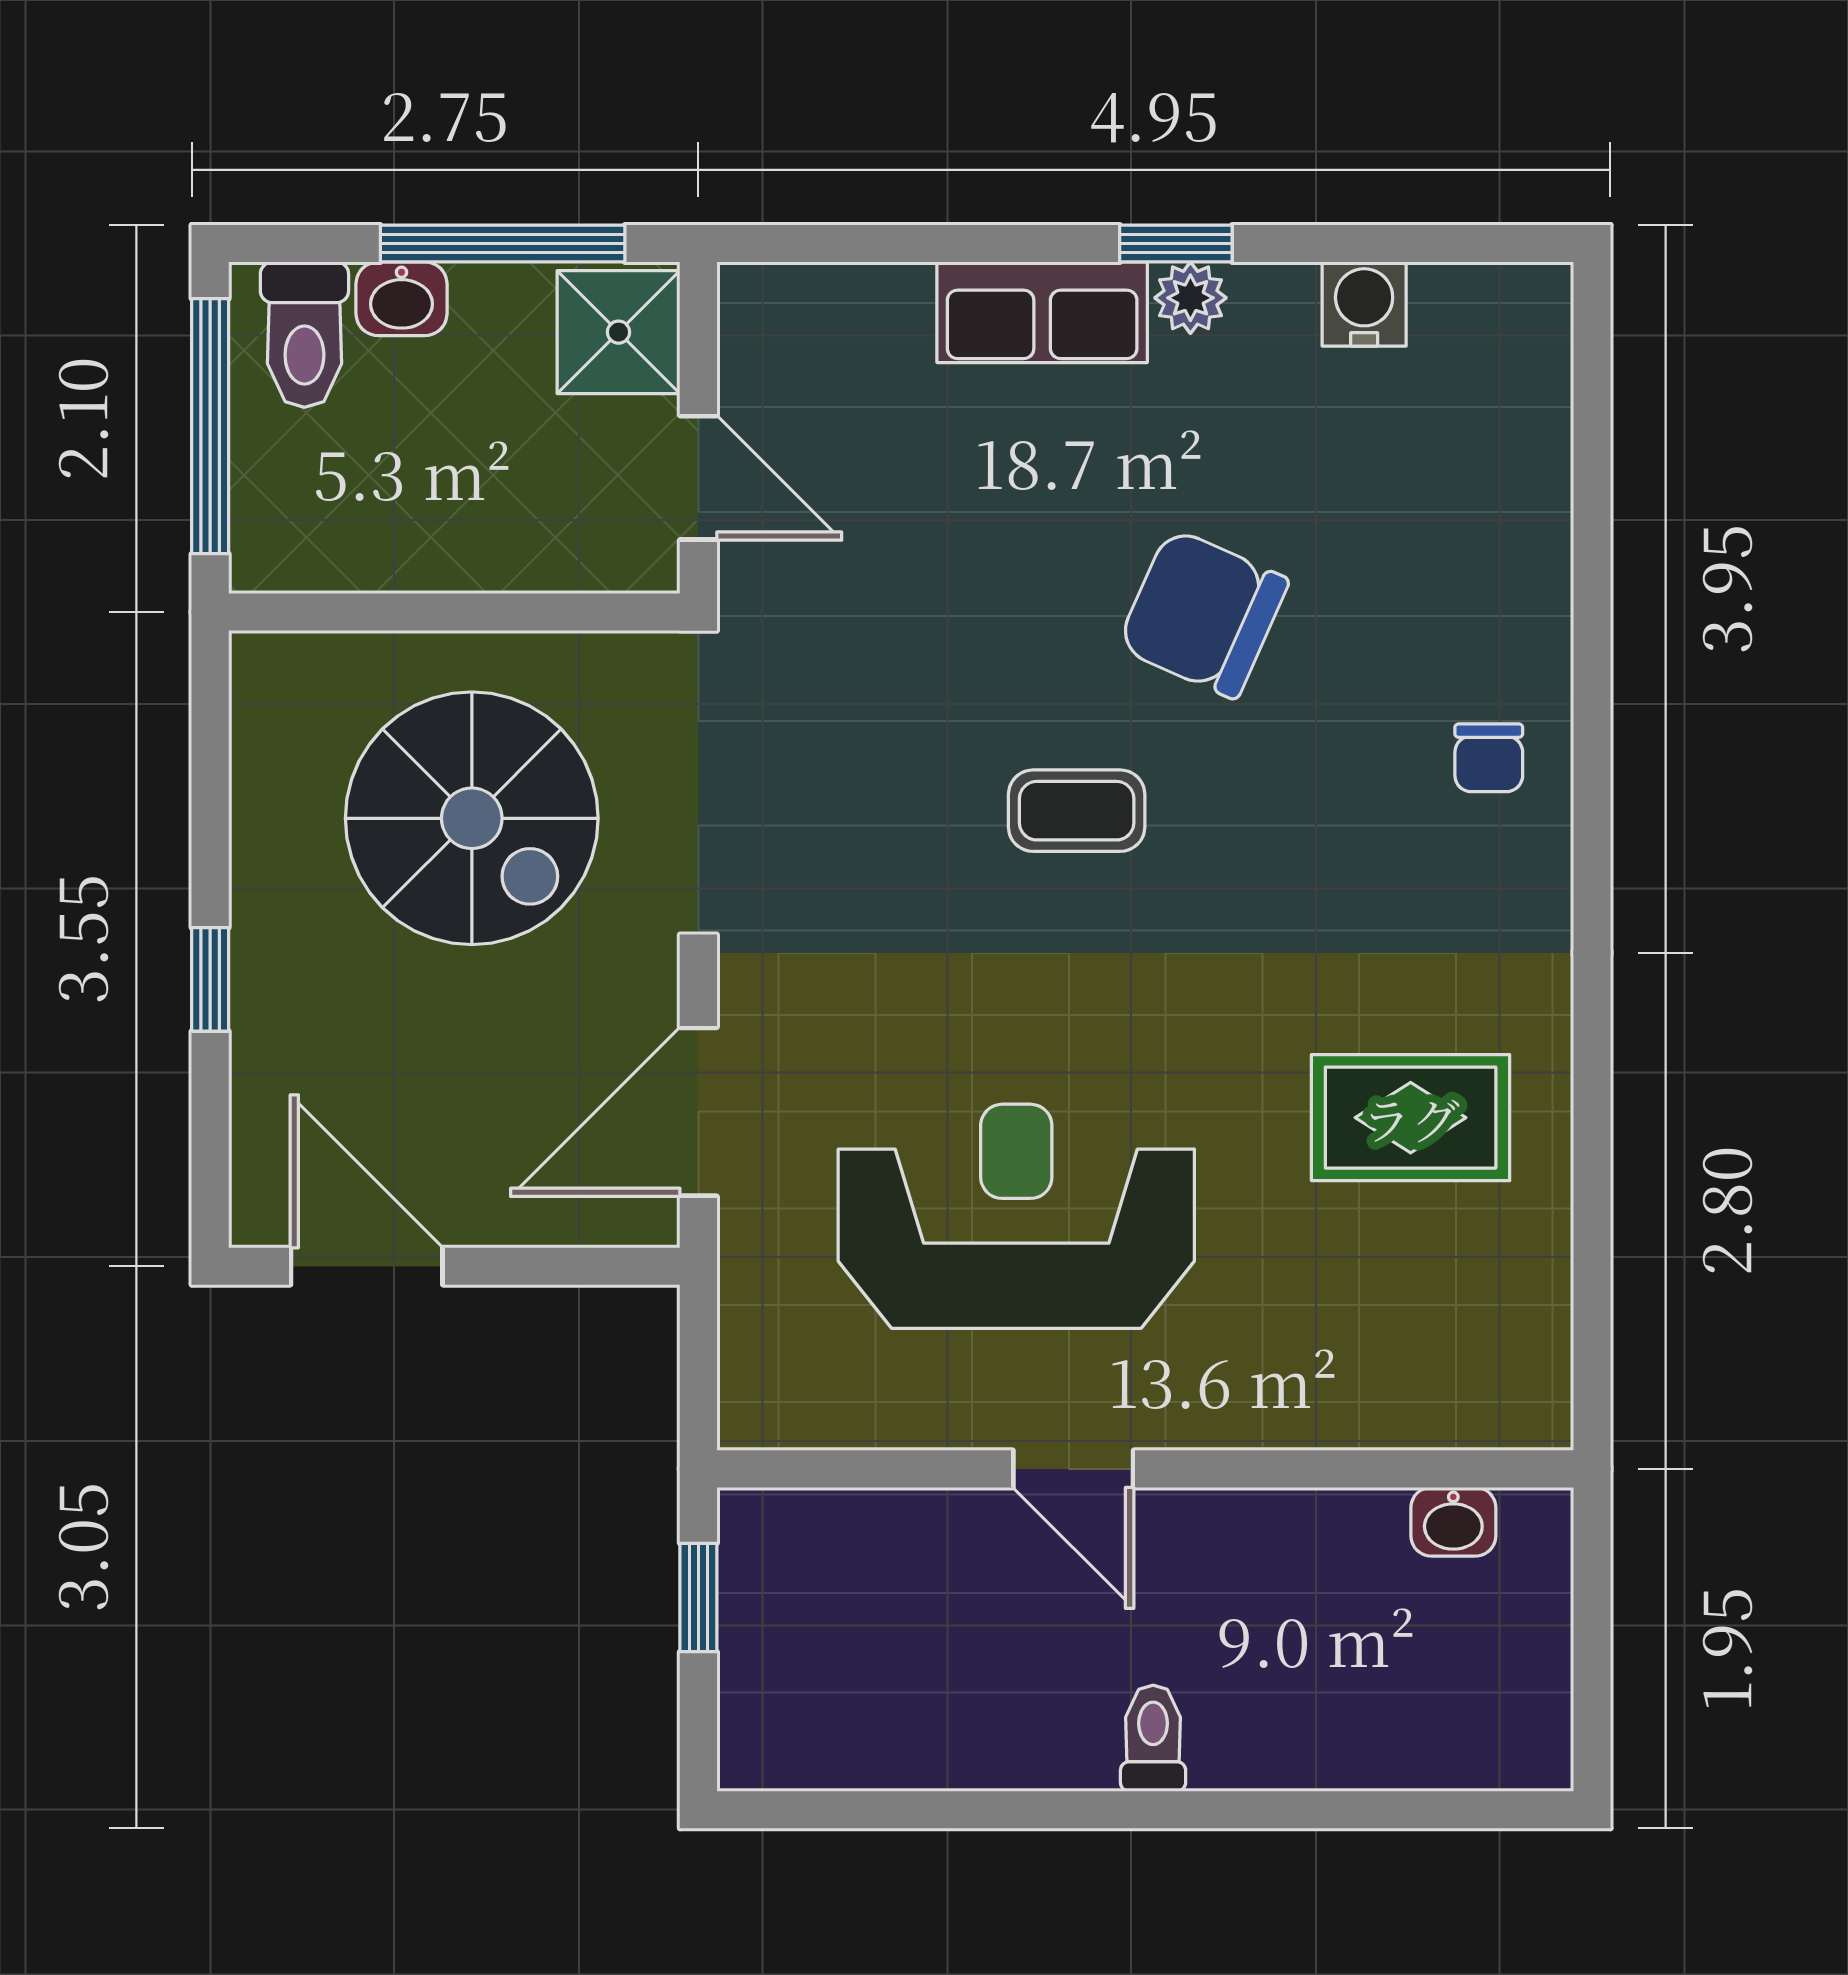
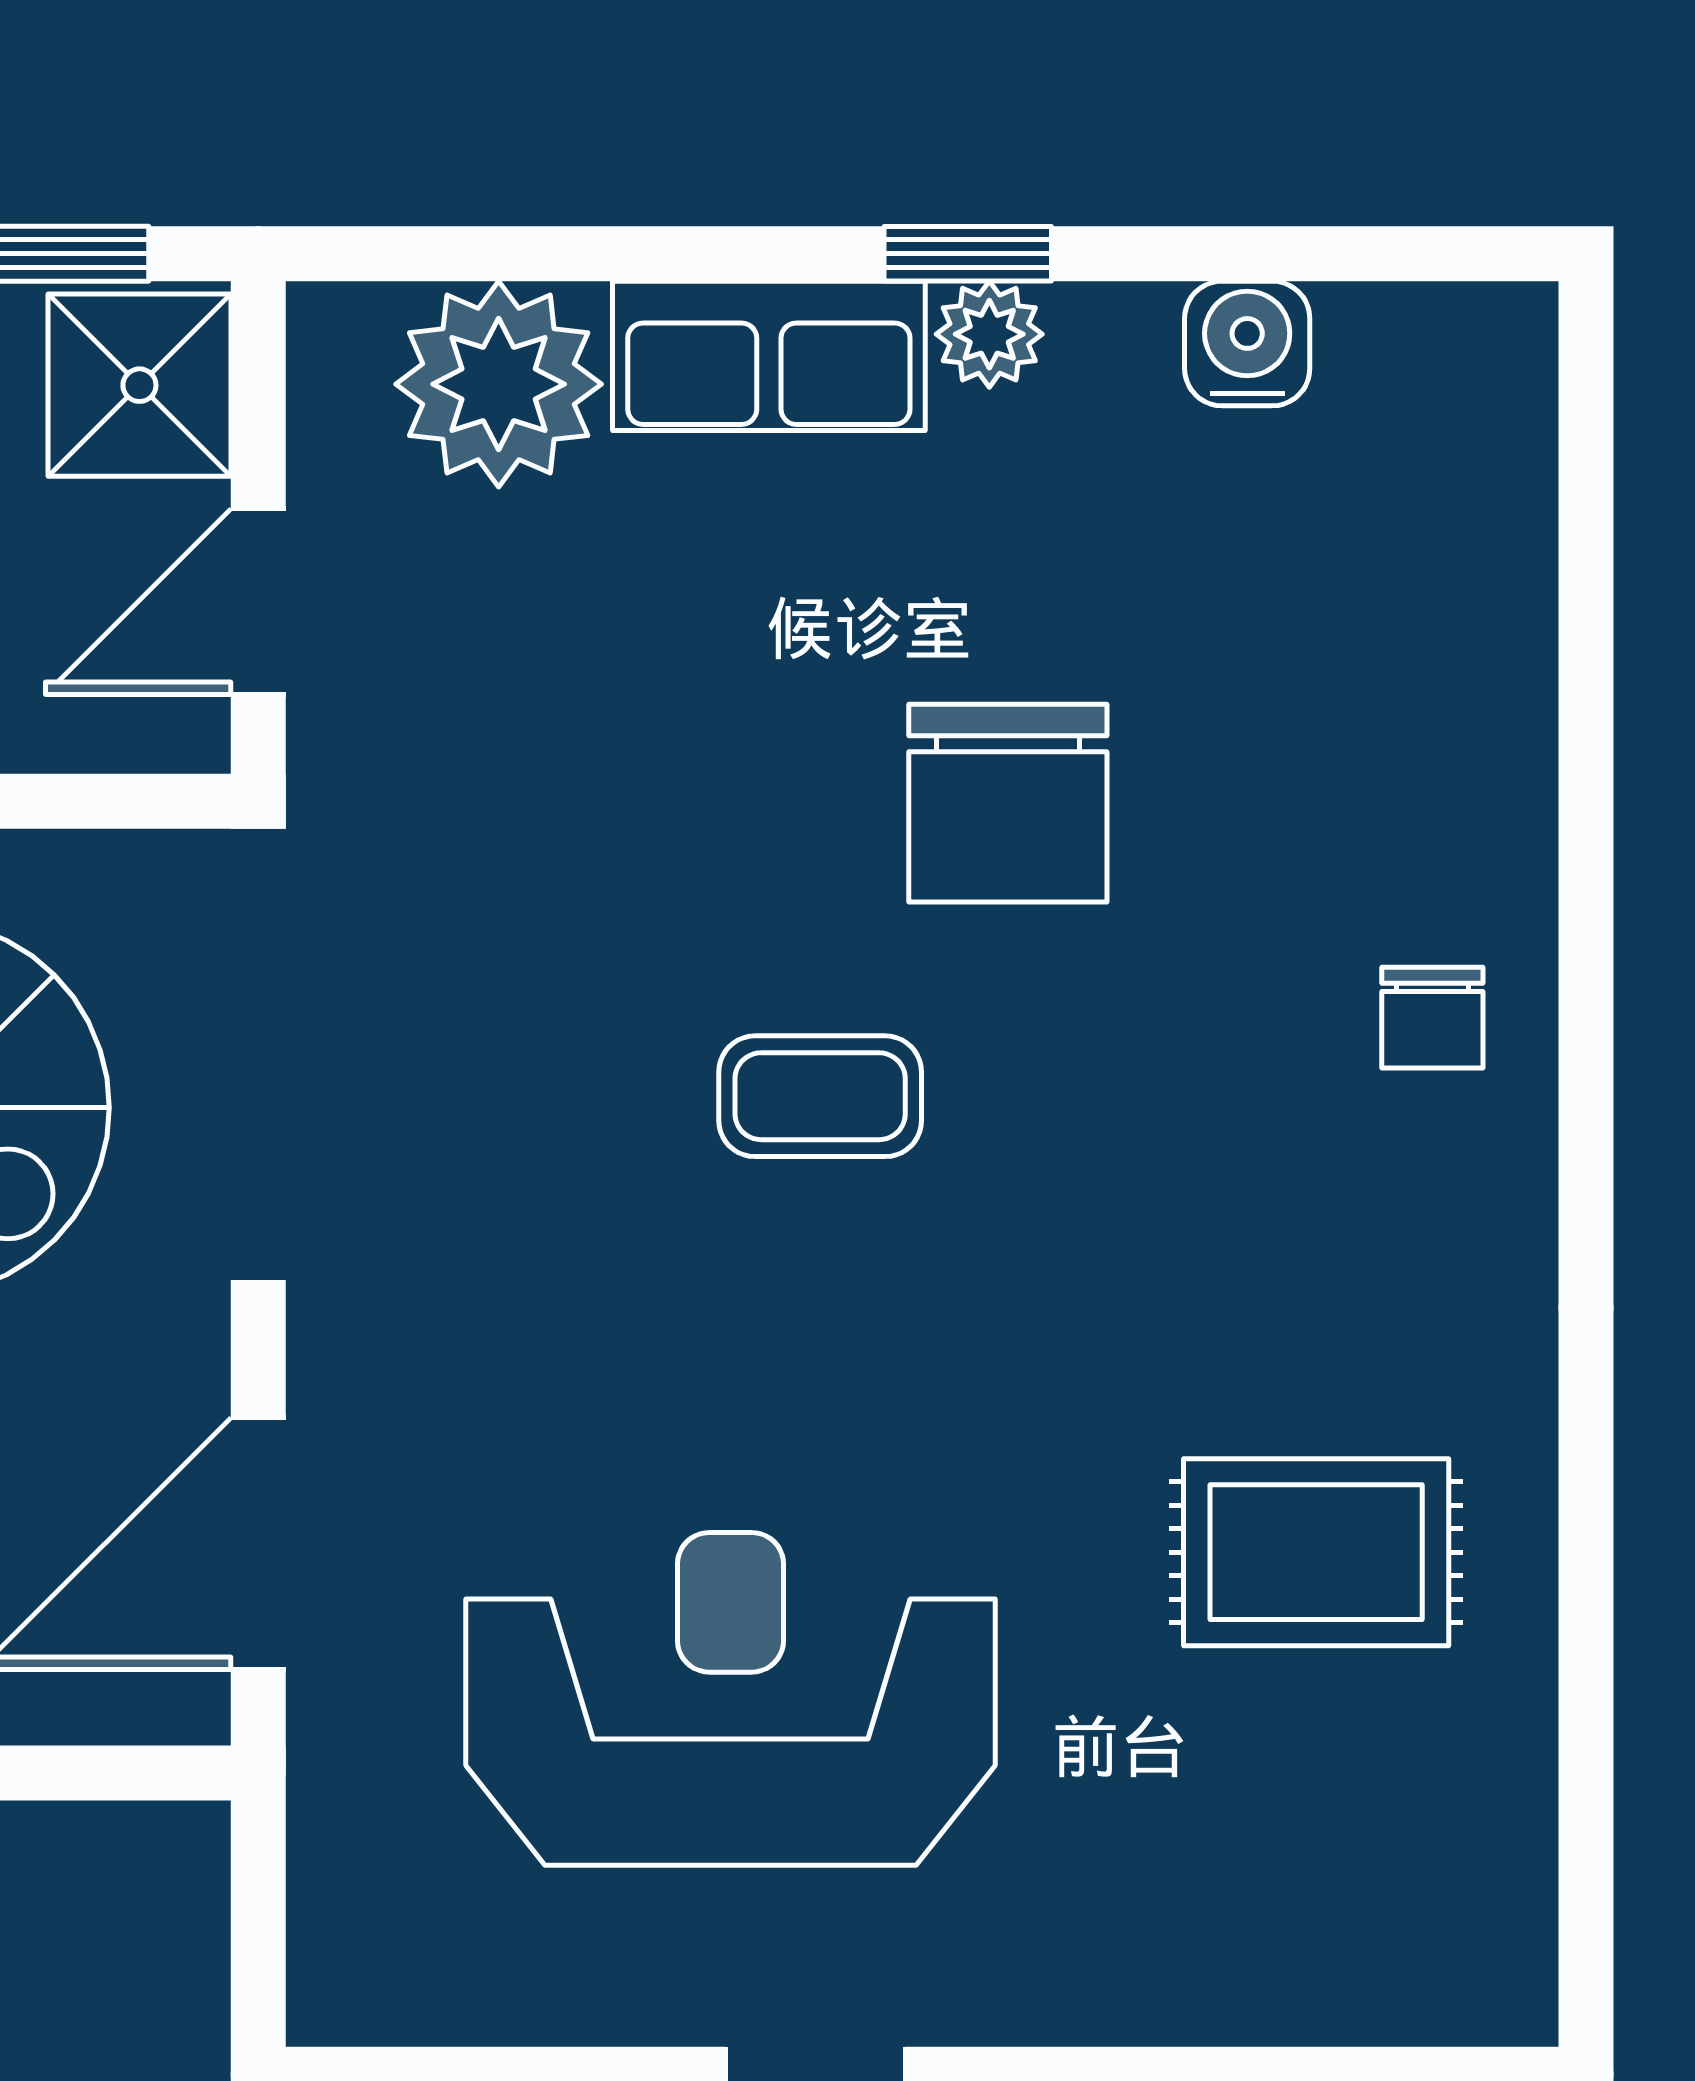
plant: (860, 331) -> (499, 384), added
door: (698, 478) -> (258, 602), swing flipped
chair: (1203, 613) -> (1008, 803), turned -114

